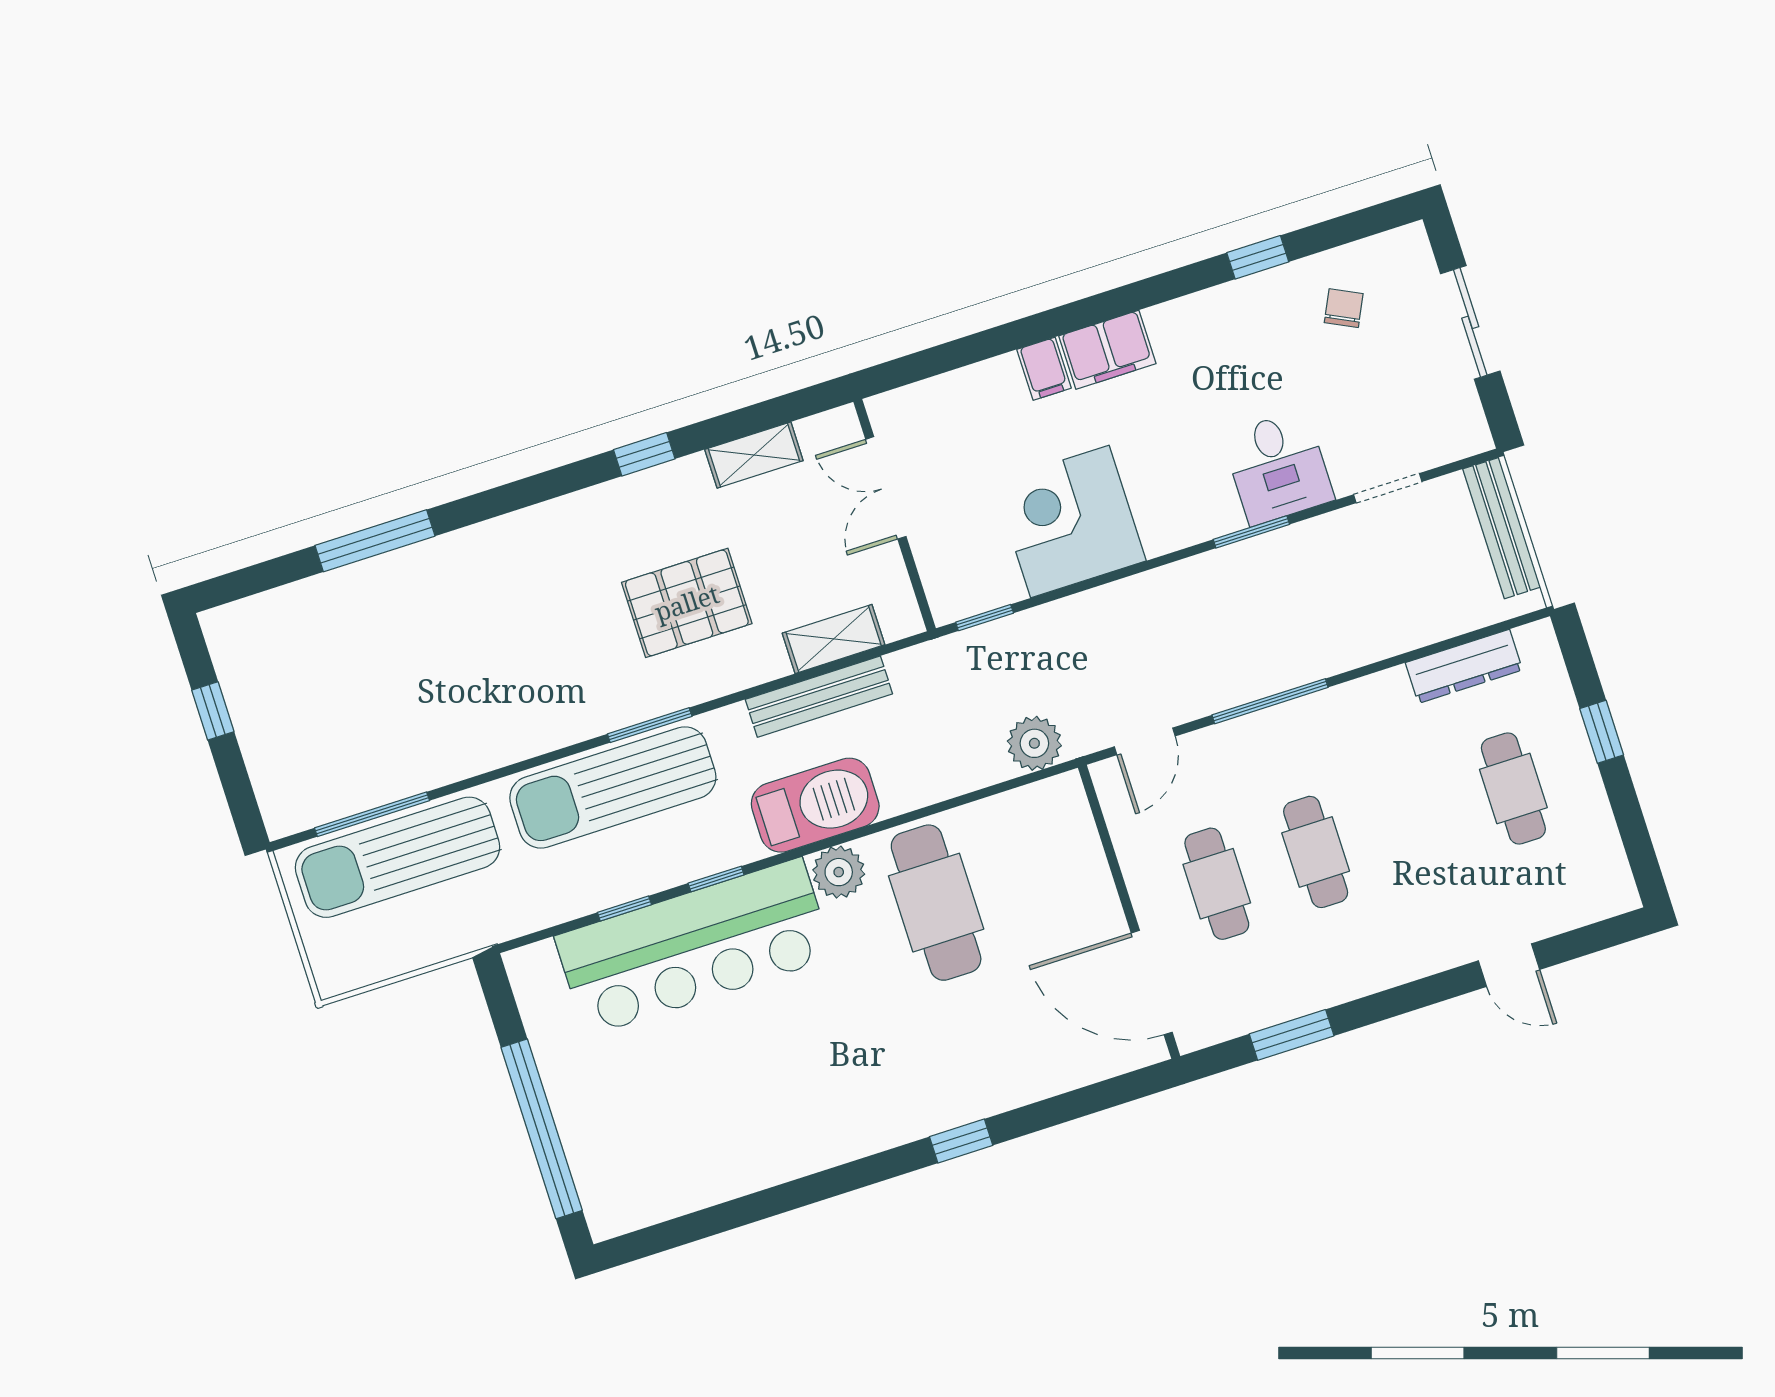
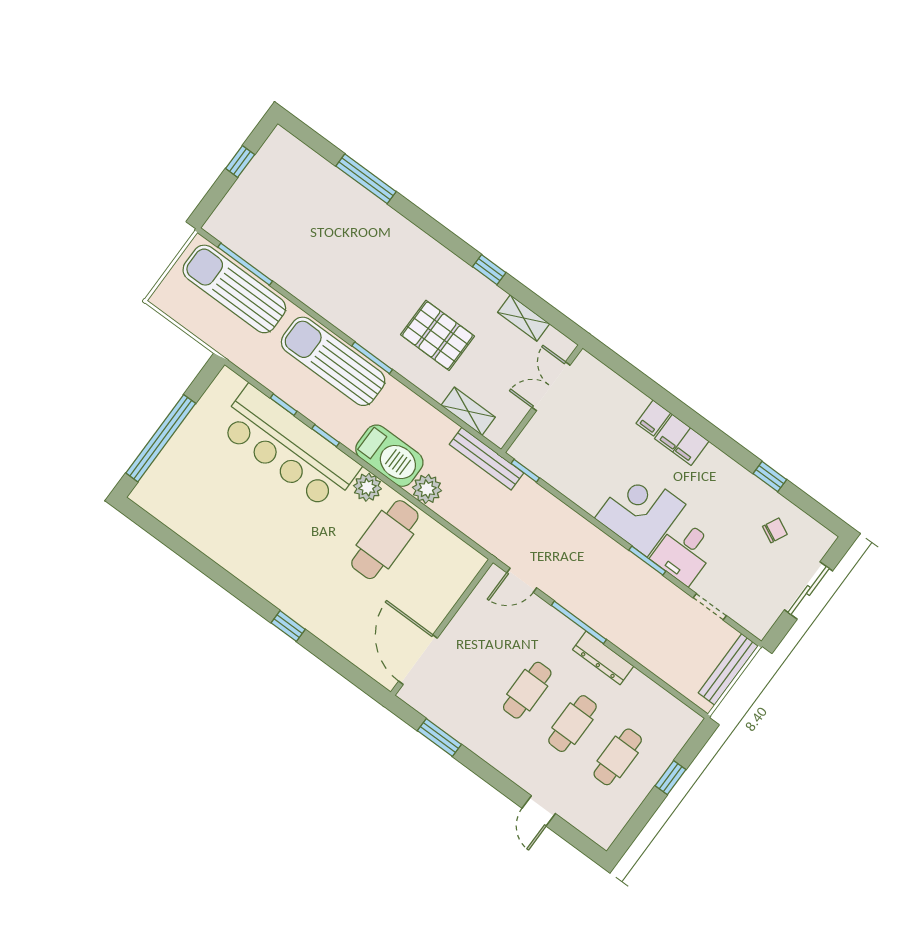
corner desk: (1070, 521) -> (640, 511), moved
dresser: (1464, 666) -> (603, 658), moved
bench: (819, 697) -> (487, 459), moved
plant: (1034, 743) -> (427, 489), moved
cafe table: (1217, 884) -> (572, 724), moved

